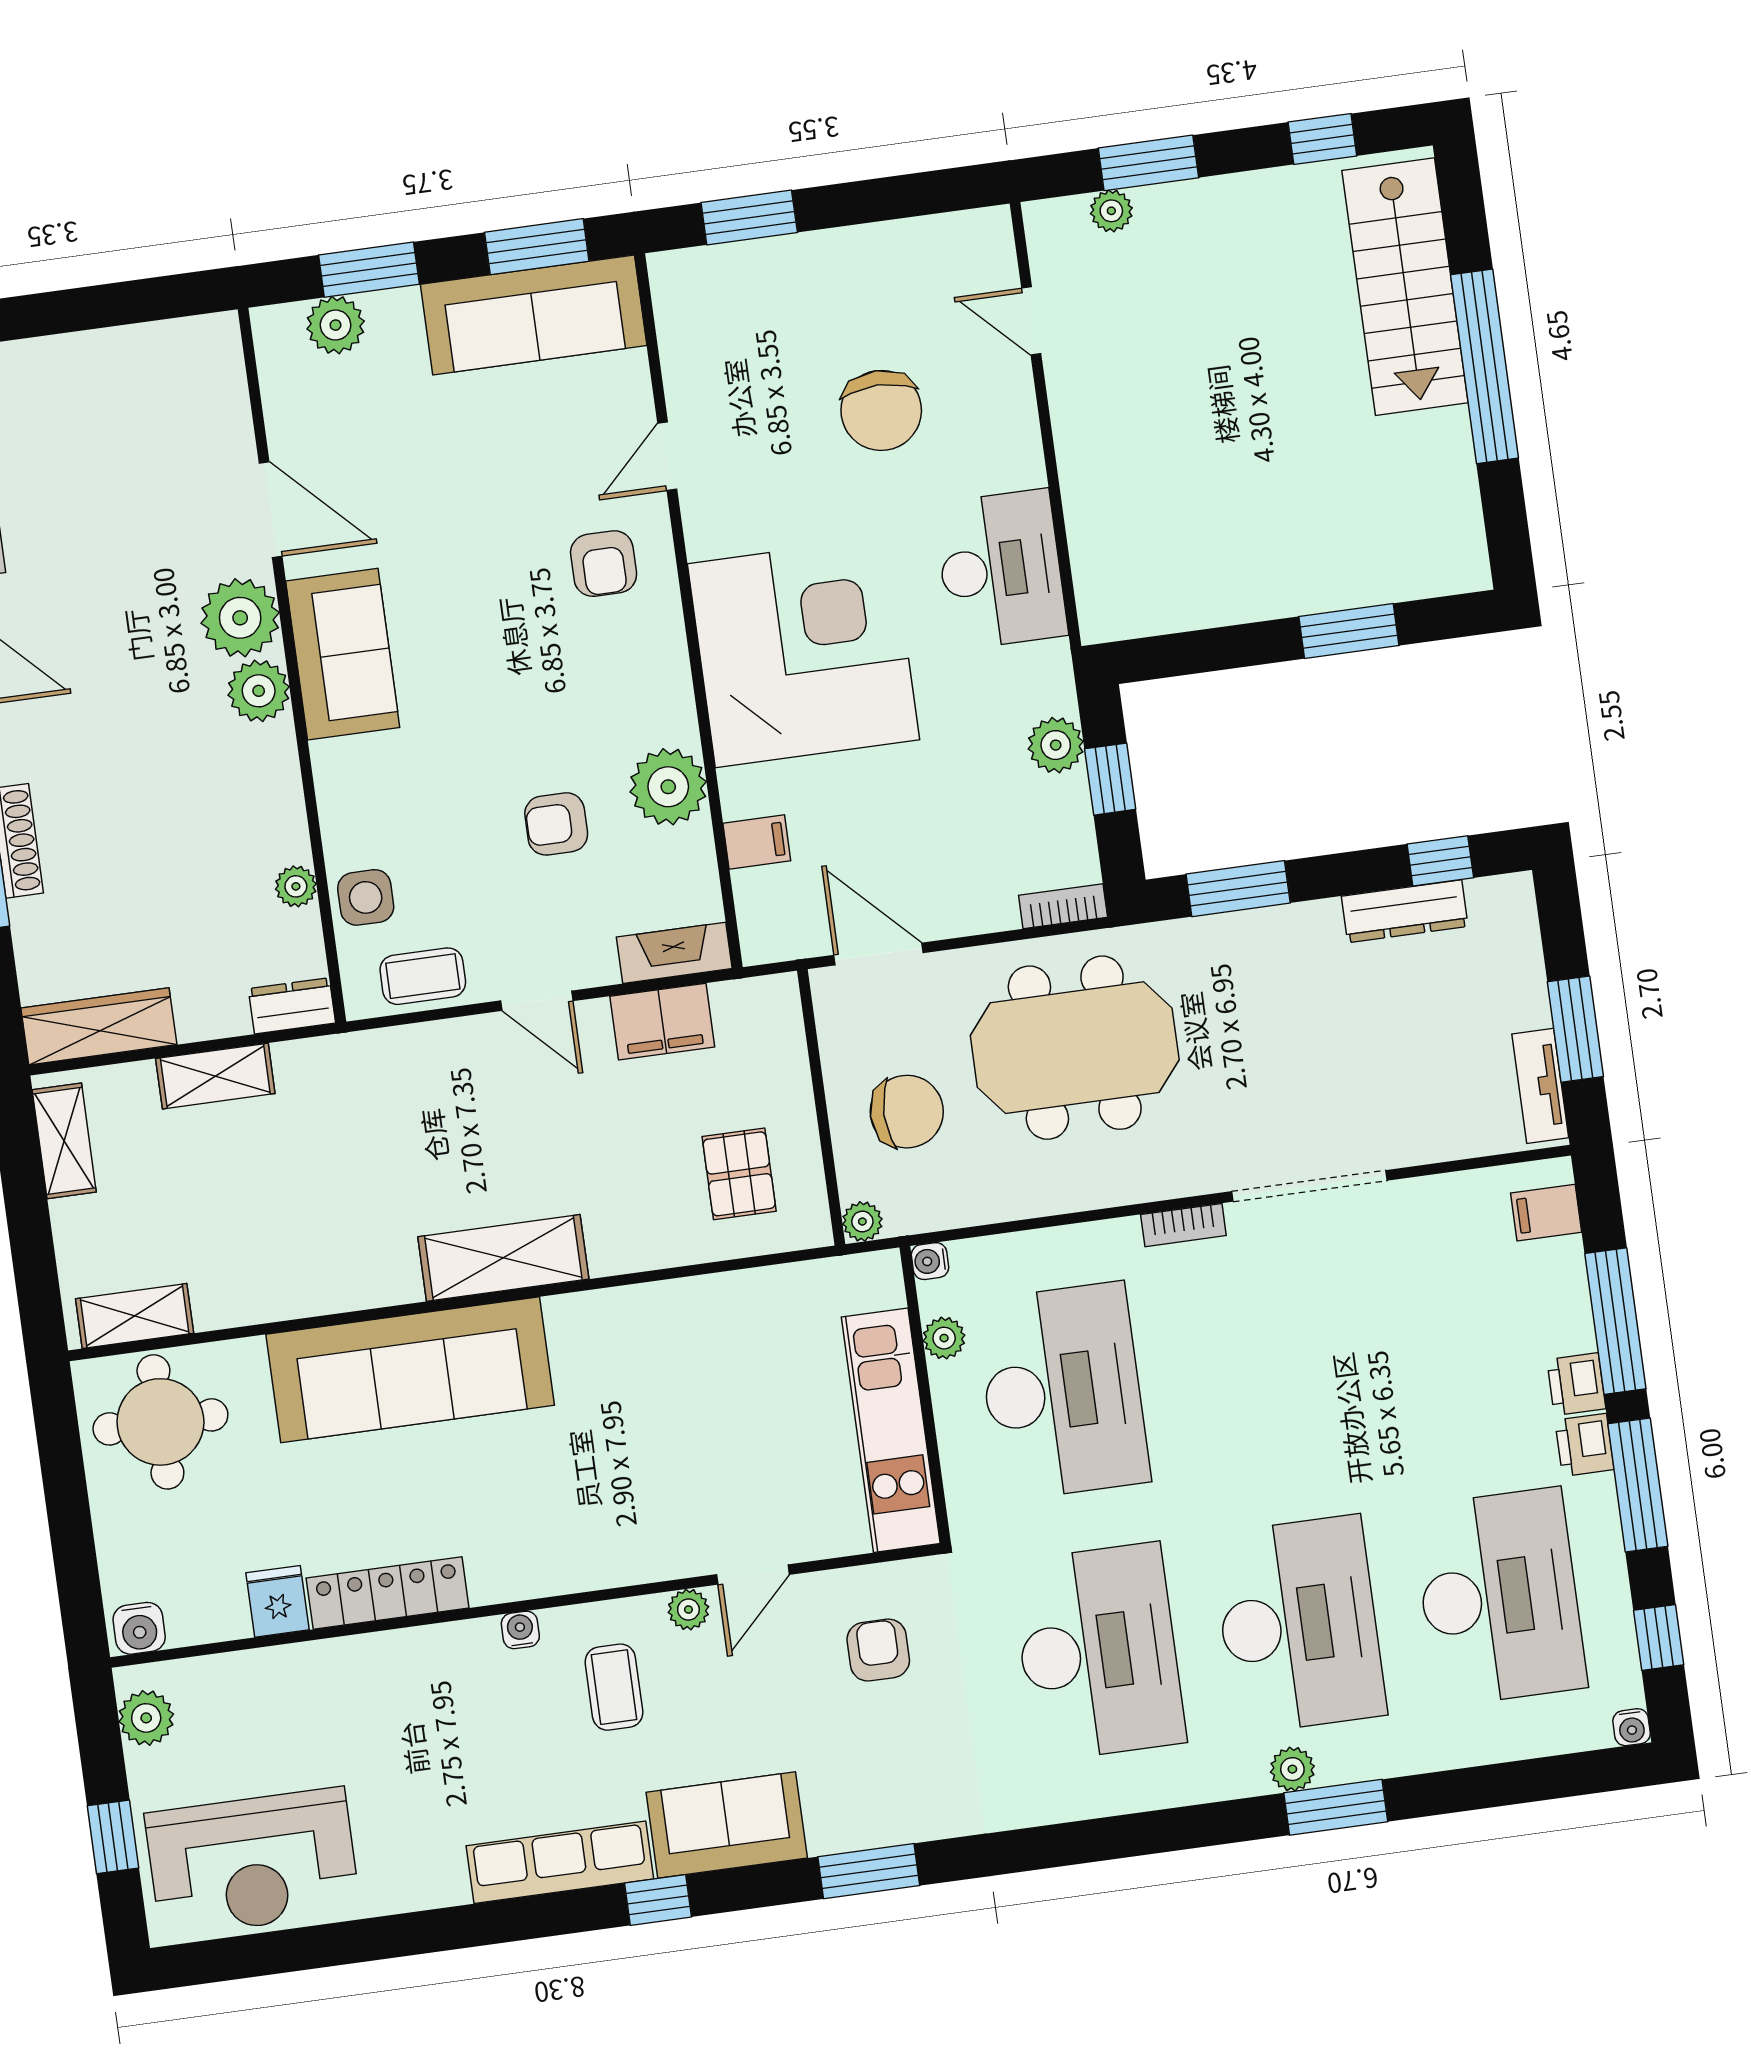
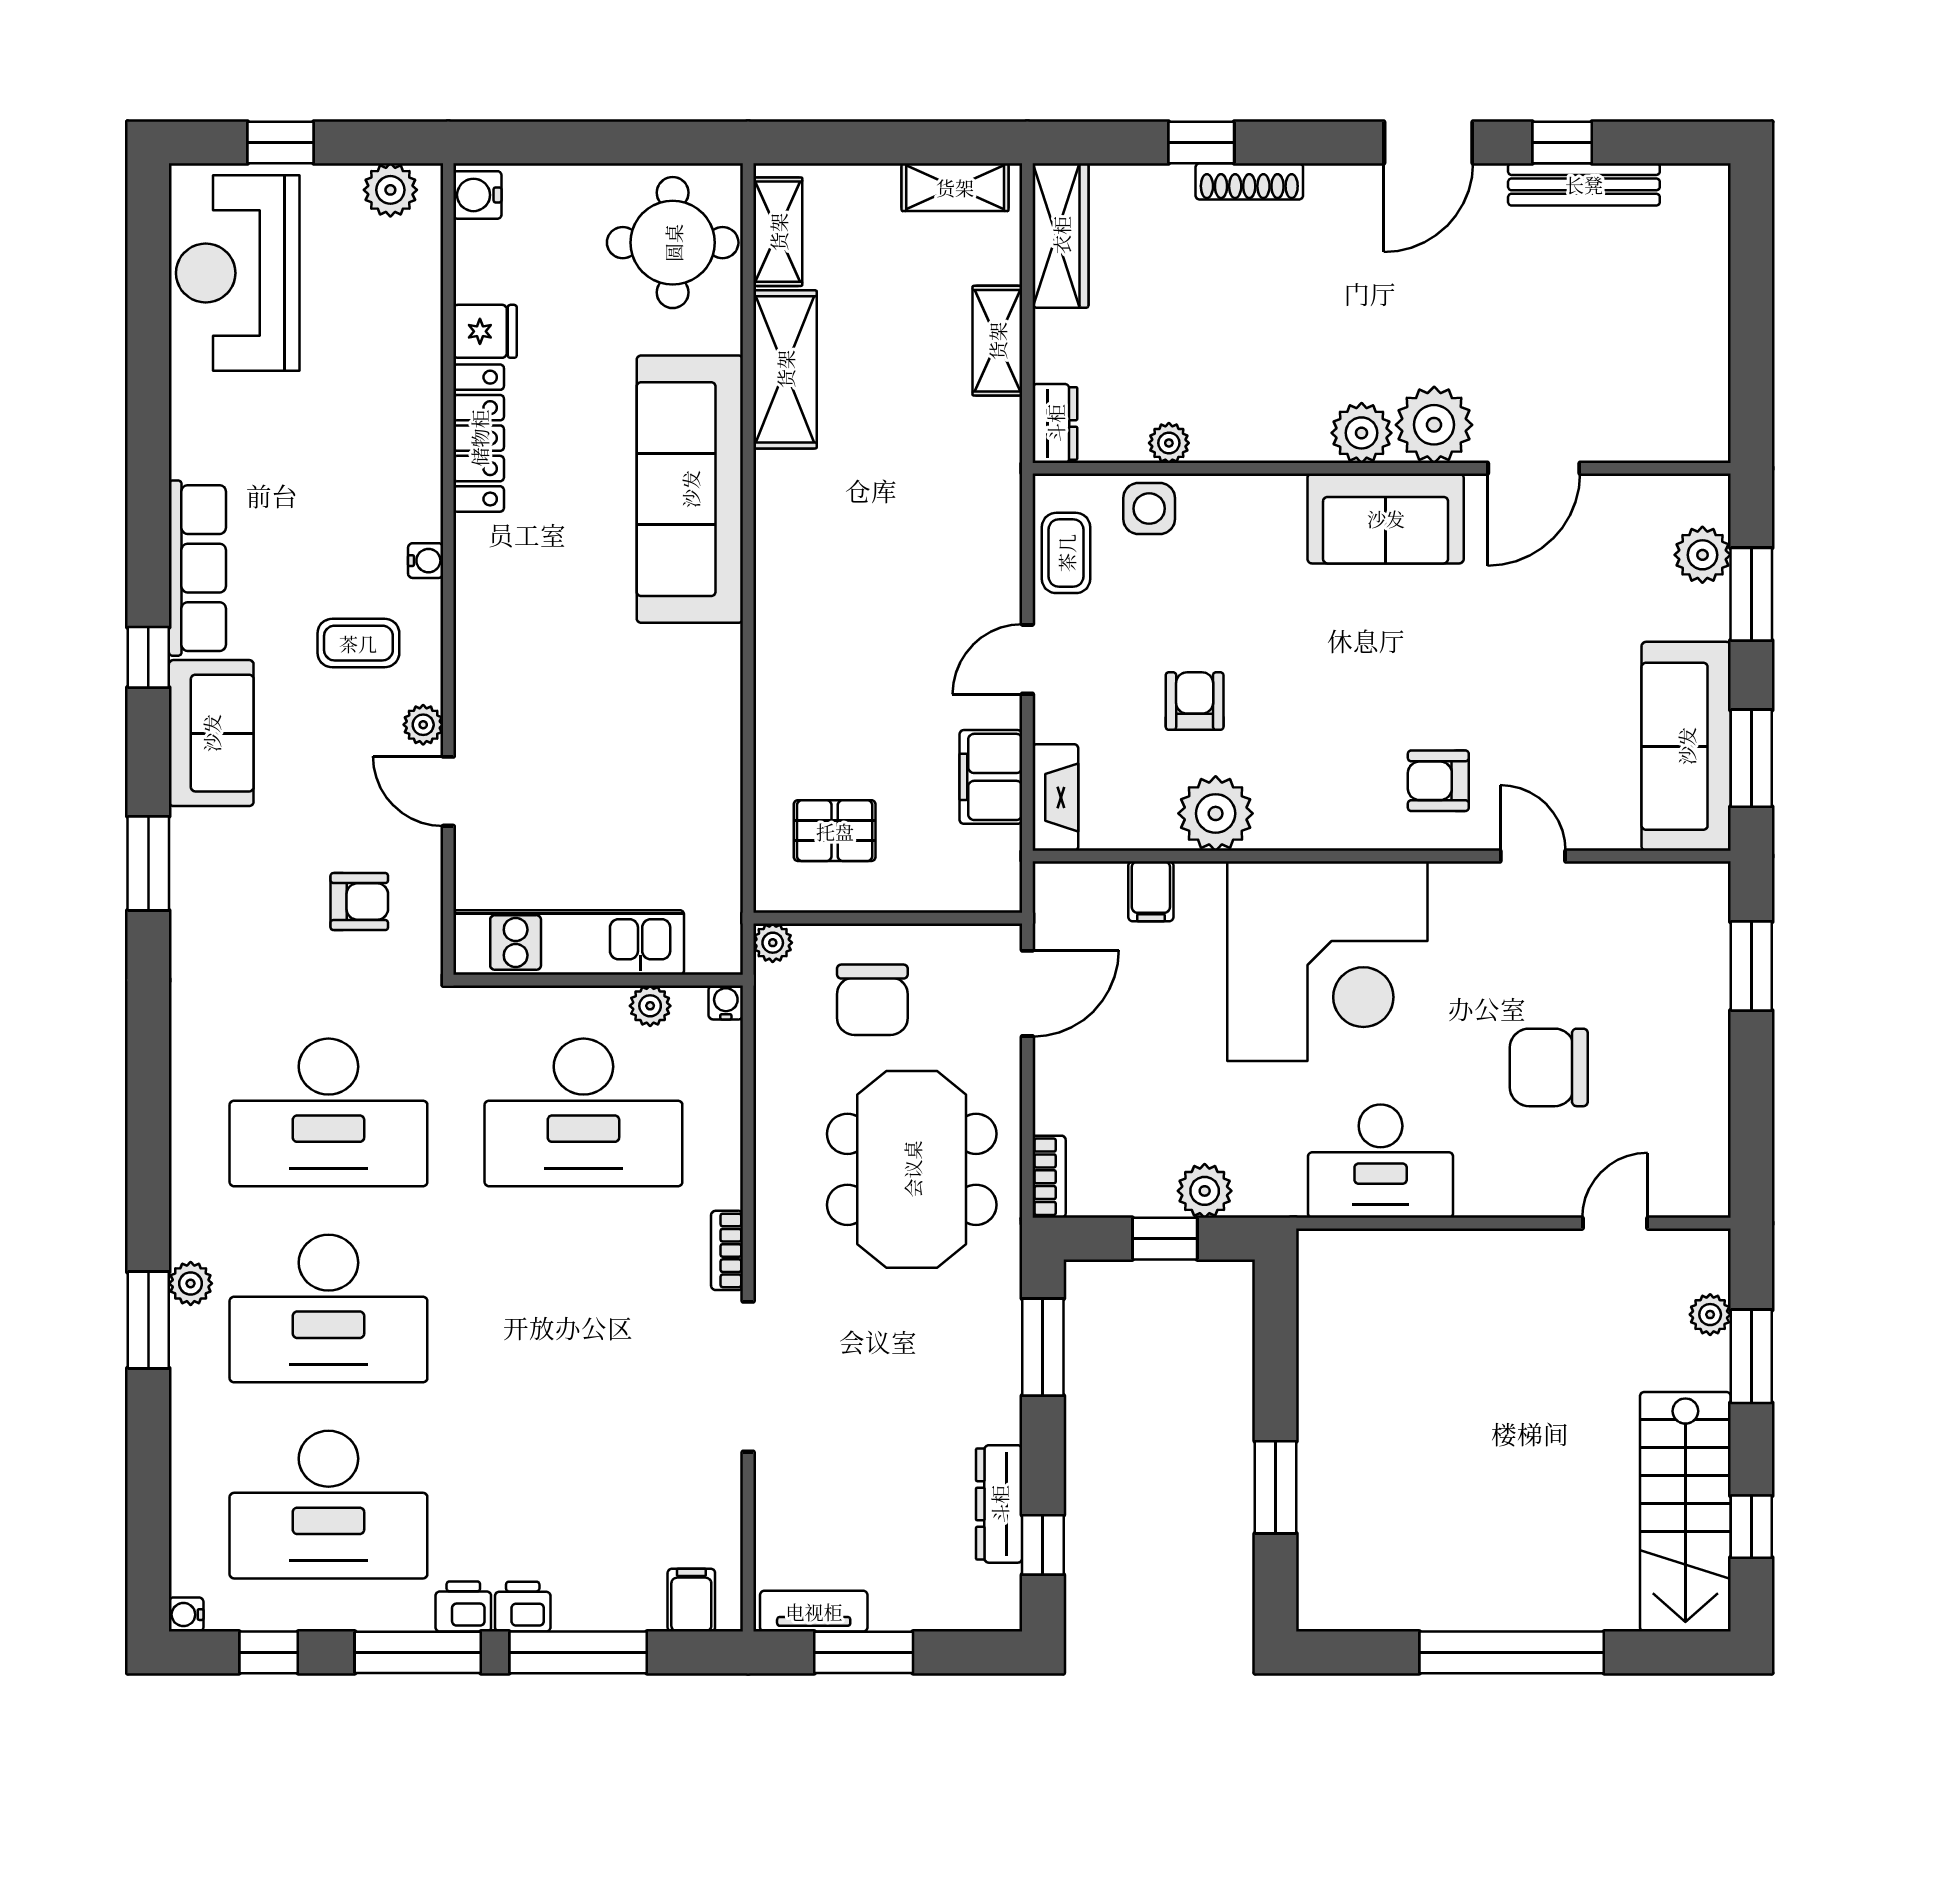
stairs: (1405, 287) -> (1685, 1512), moved, turned -90
shelving: (503, 1258) -> (785, 369), moved

